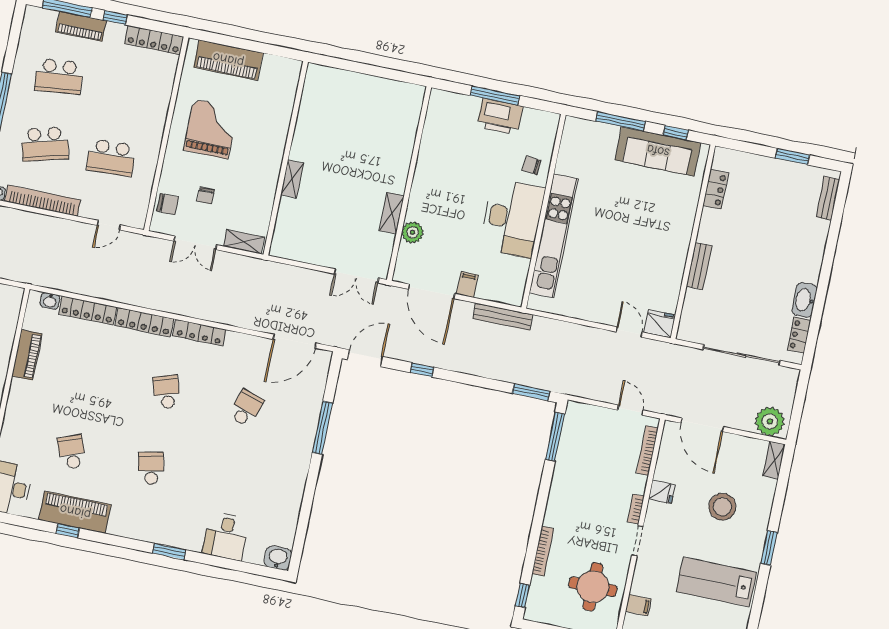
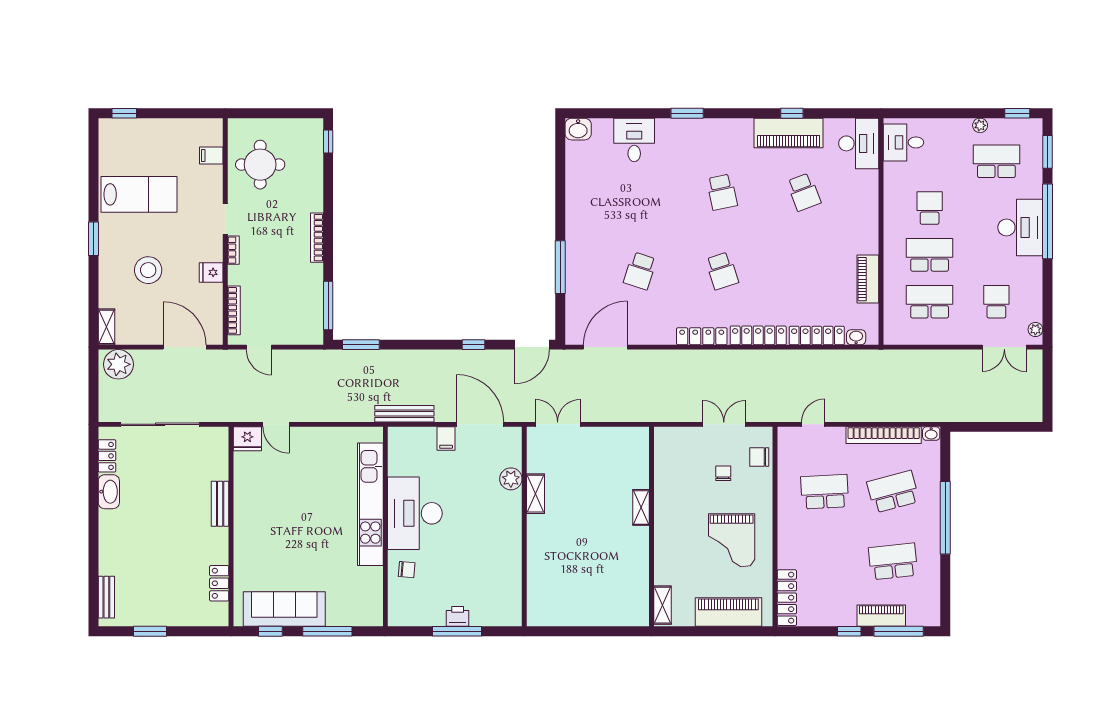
locker: (154, 40) -> (787, 598), moved, turned 90
printer: (500, 116) -> (458, 616), width x0.53, depth x0.68
shelving: (244, 242) -> (662, 605), moved, turned 90
bookcase: (543, 551) -> (317, 238), moved

